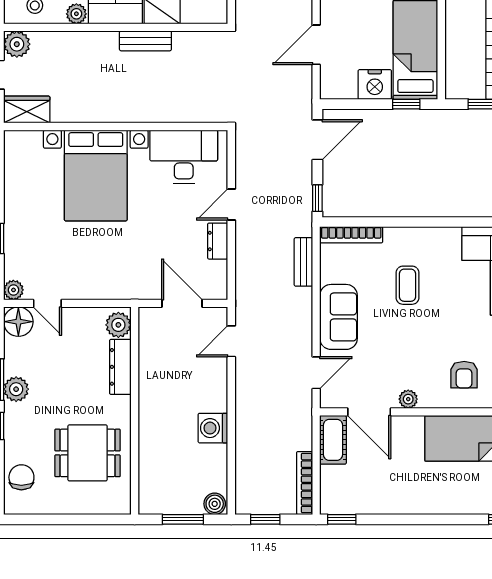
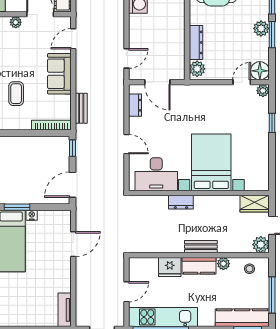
bench: (145, 41) -> (201, 247), moved
nightstand: (375, 84) -> (32, 215), width x0.53, depth x0.56
window: (406, 104) -> (17, 207), width x1.50
dresser: (144, 112) -> (181, 202), added
door: (231, 204) -> (126, 144), hinge flipped
dresser: (218, 241) -> (135, 105), moved
door: (47, 303) -> (242, 82), hinge flipped

